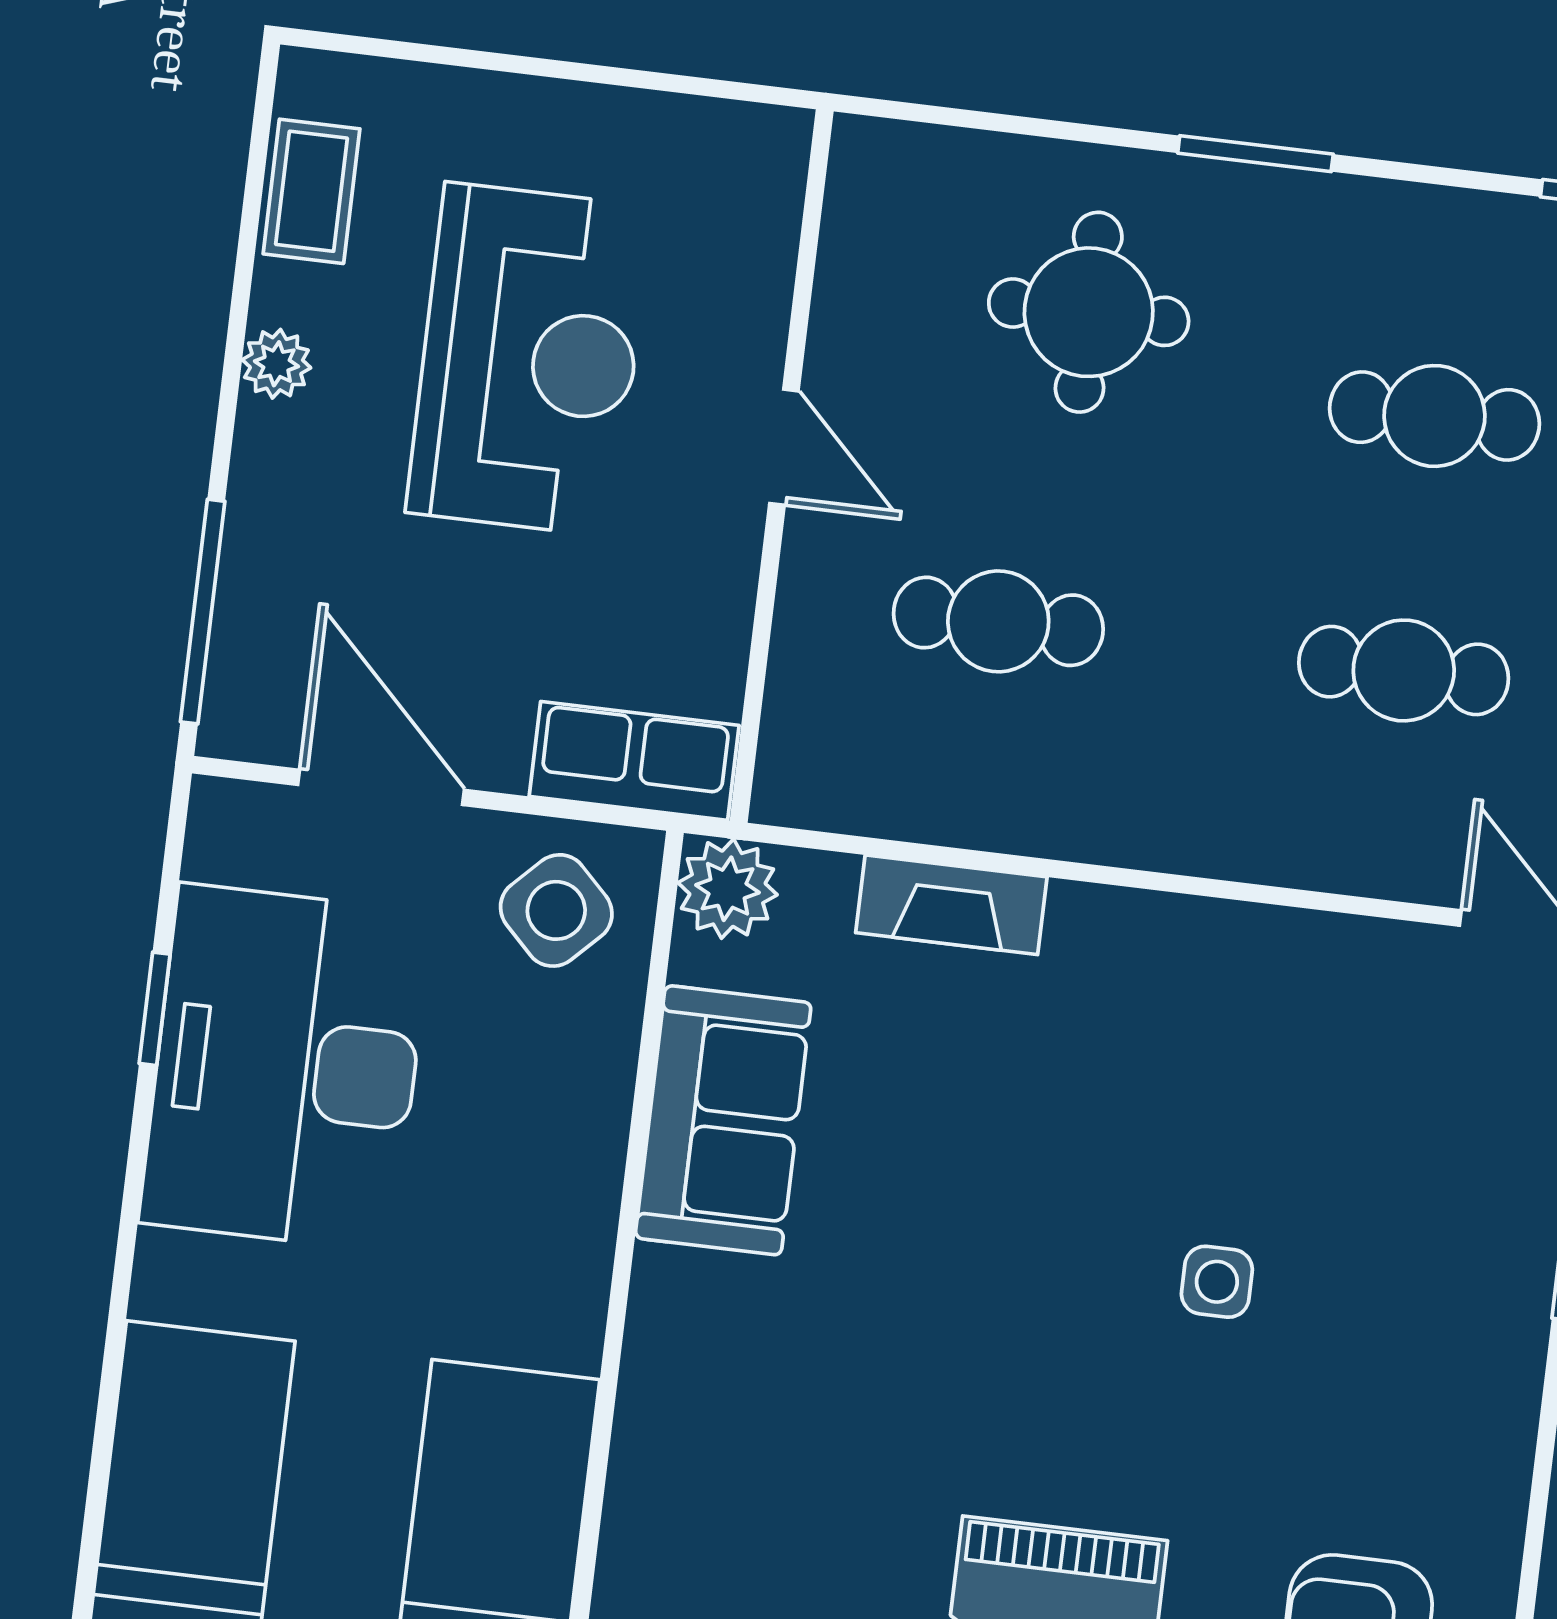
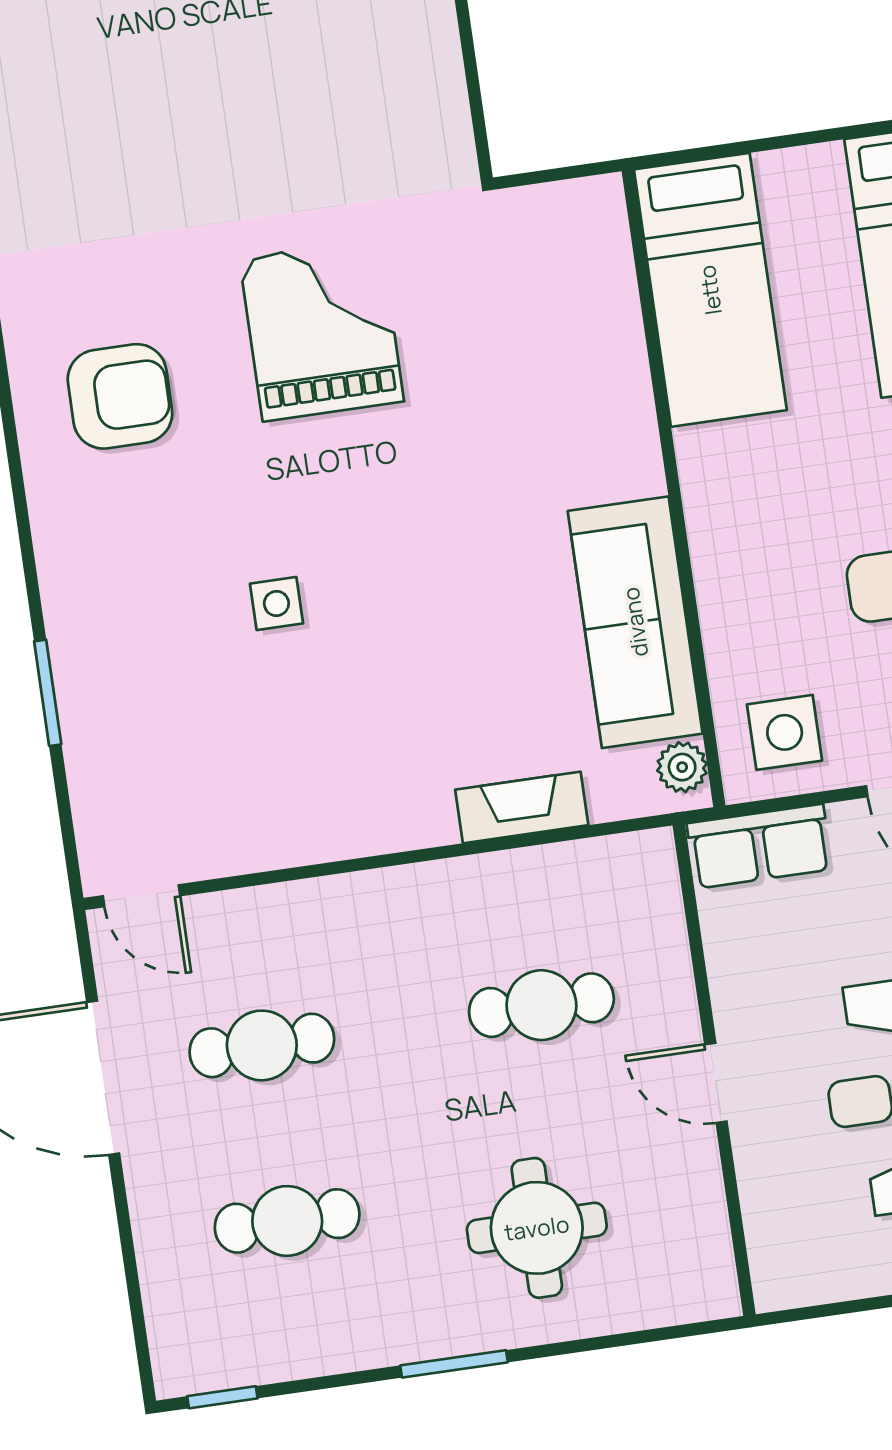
plant: (728, 889) -> (682, 767), width x0.73, depth x0.73
side table: (556, 910) -> (785, 732), turned 45
sofa: (723, 1120) -> (635, 622), width x1.36

